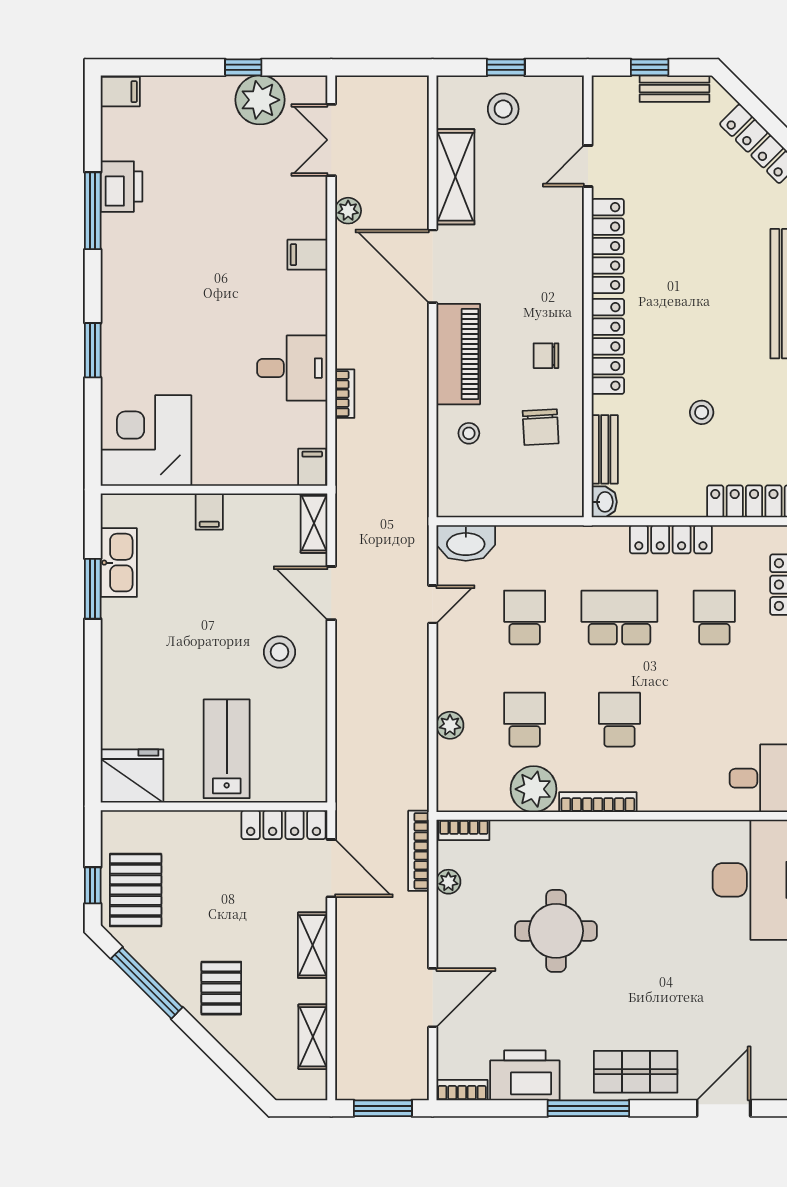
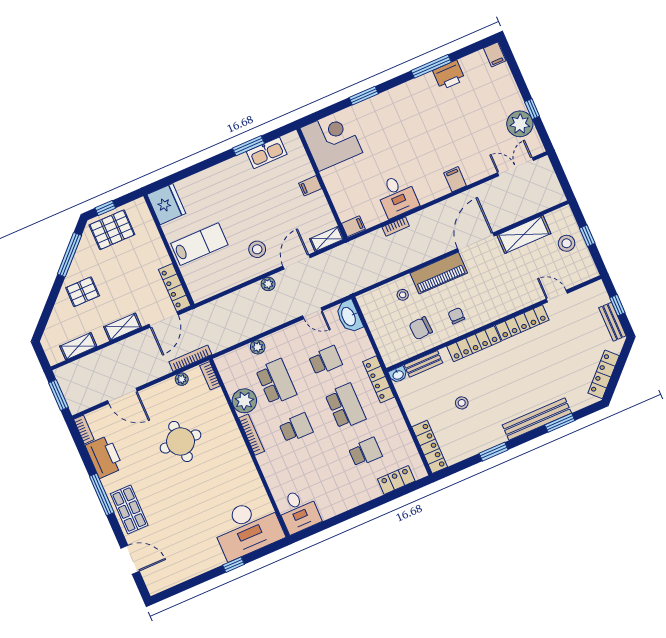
plant: (348, 211) -> (268, 284), moved
locker: (671, 539) -> (379, 379), moved
school desk: (525, 720) -> (276, 382), width x1.85

